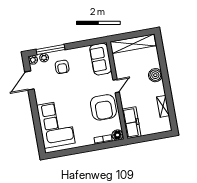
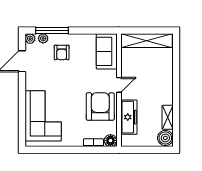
boiler: (155, 75) -> (165, 138), moved
armchair: (103, 107) -> (100, 106), turned 180
freezer: (131, 123) -> (129, 117), moved

